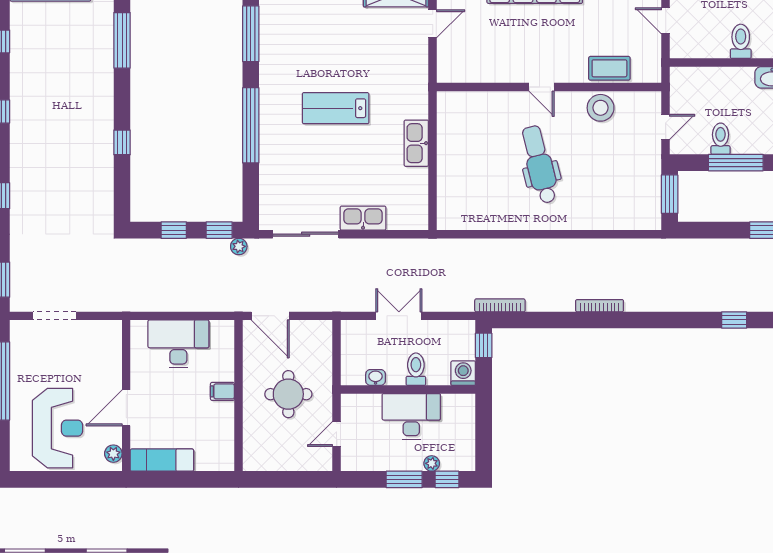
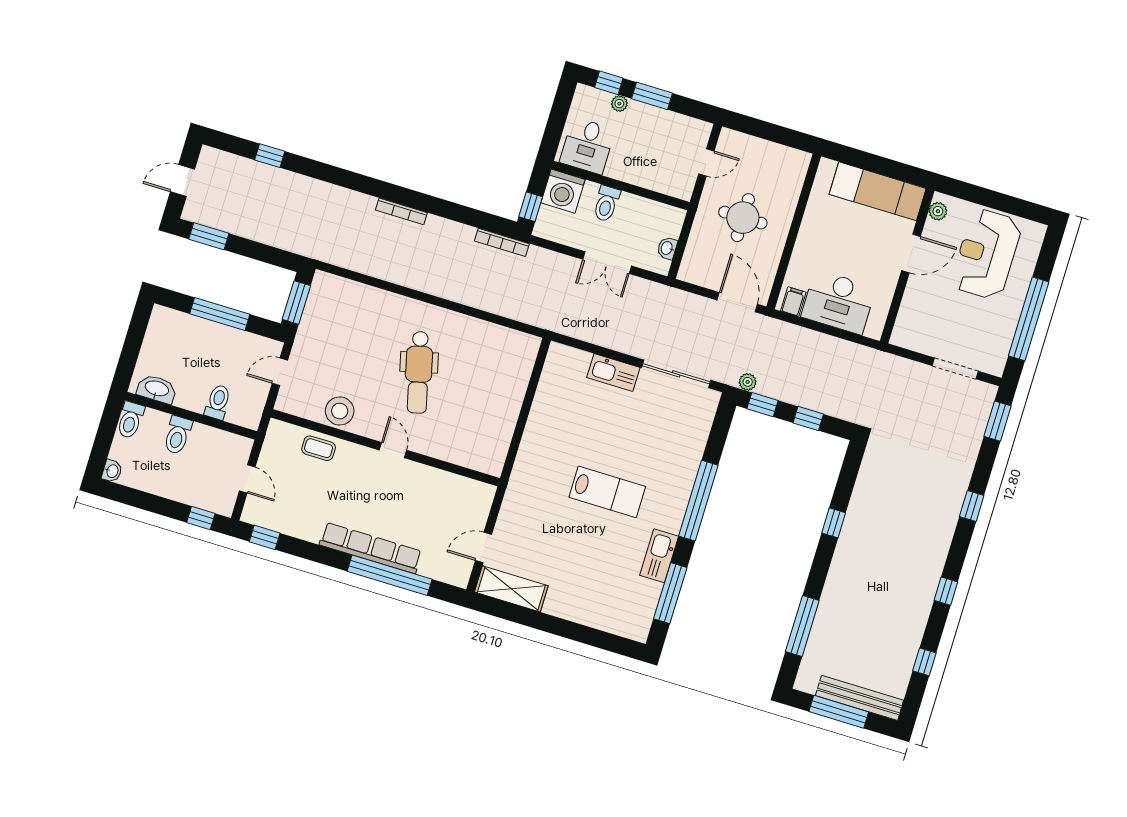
coffee table: (609, 68) -> (319, 448), width x0.73, depth x0.77
toilet: (721, 139) -> (218, 402), moved, turned 180
kitchen sink: (416, 143) -> (659, 556), moved, turned 180
washing machine: (463, 373) -> (563, 191), width x1.37, depth x1.37
washbasin: (376, 377) -> (667, 248), moved, turned 90
filing cabinet: (222, 391) -> (793, 301), moved, turned -90
desk: (411, 416) -> (587, 146), moved, width x0.73
exam couch: (162, 460) -> (878, 191), width x1.36, depth x1.45

